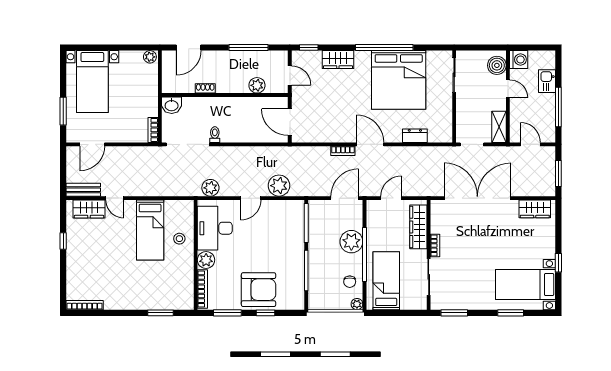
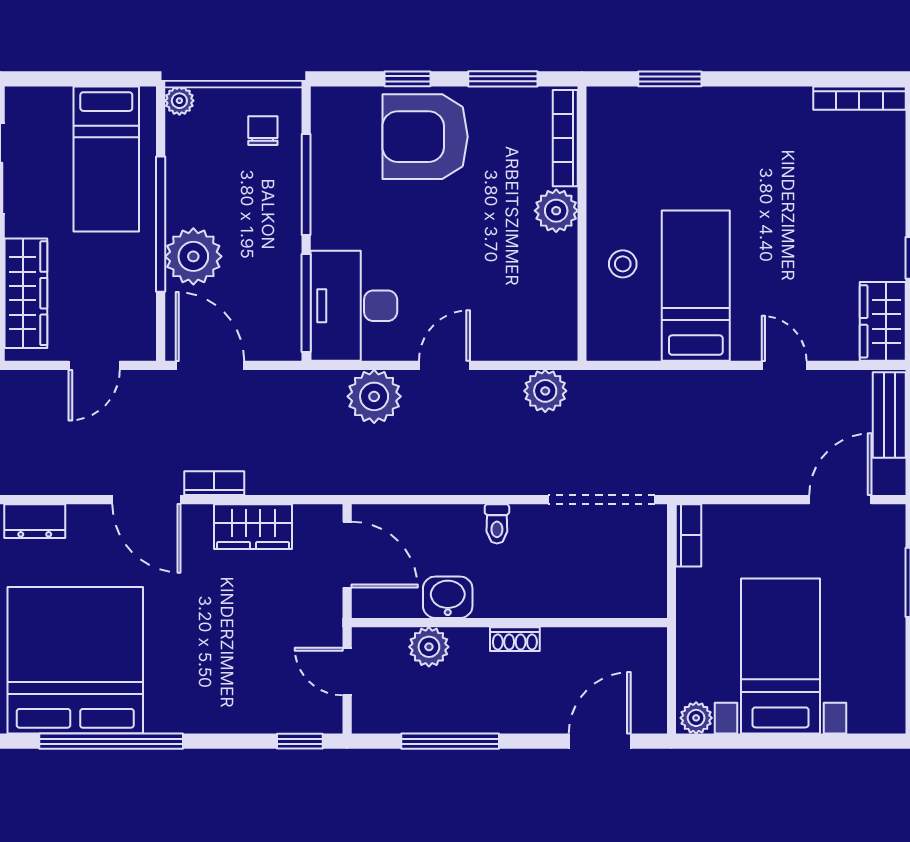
wardrobe: (338, 60) -> (253, 527), moved, turned 180
bed with nightstands: (92, 82) -> (781, 656), moved
shoe rack: (205, 88) -> (515, 639), moved
washbasin: (172, 105) -> (448, 597), moved
toilet: (215, 135) -> (497, 524), moved
bench: (83, 190) -> (889, 415), moved, turned 90
door: (345, 198) -> (210, 365), swing flipped
wardrobe: (89, 209) -> (883, 321), moved, turned -90
desk: (215, 228) -> (354, 306), moved, turned 180
chair: (350, 282) -> (263, 131), moved

